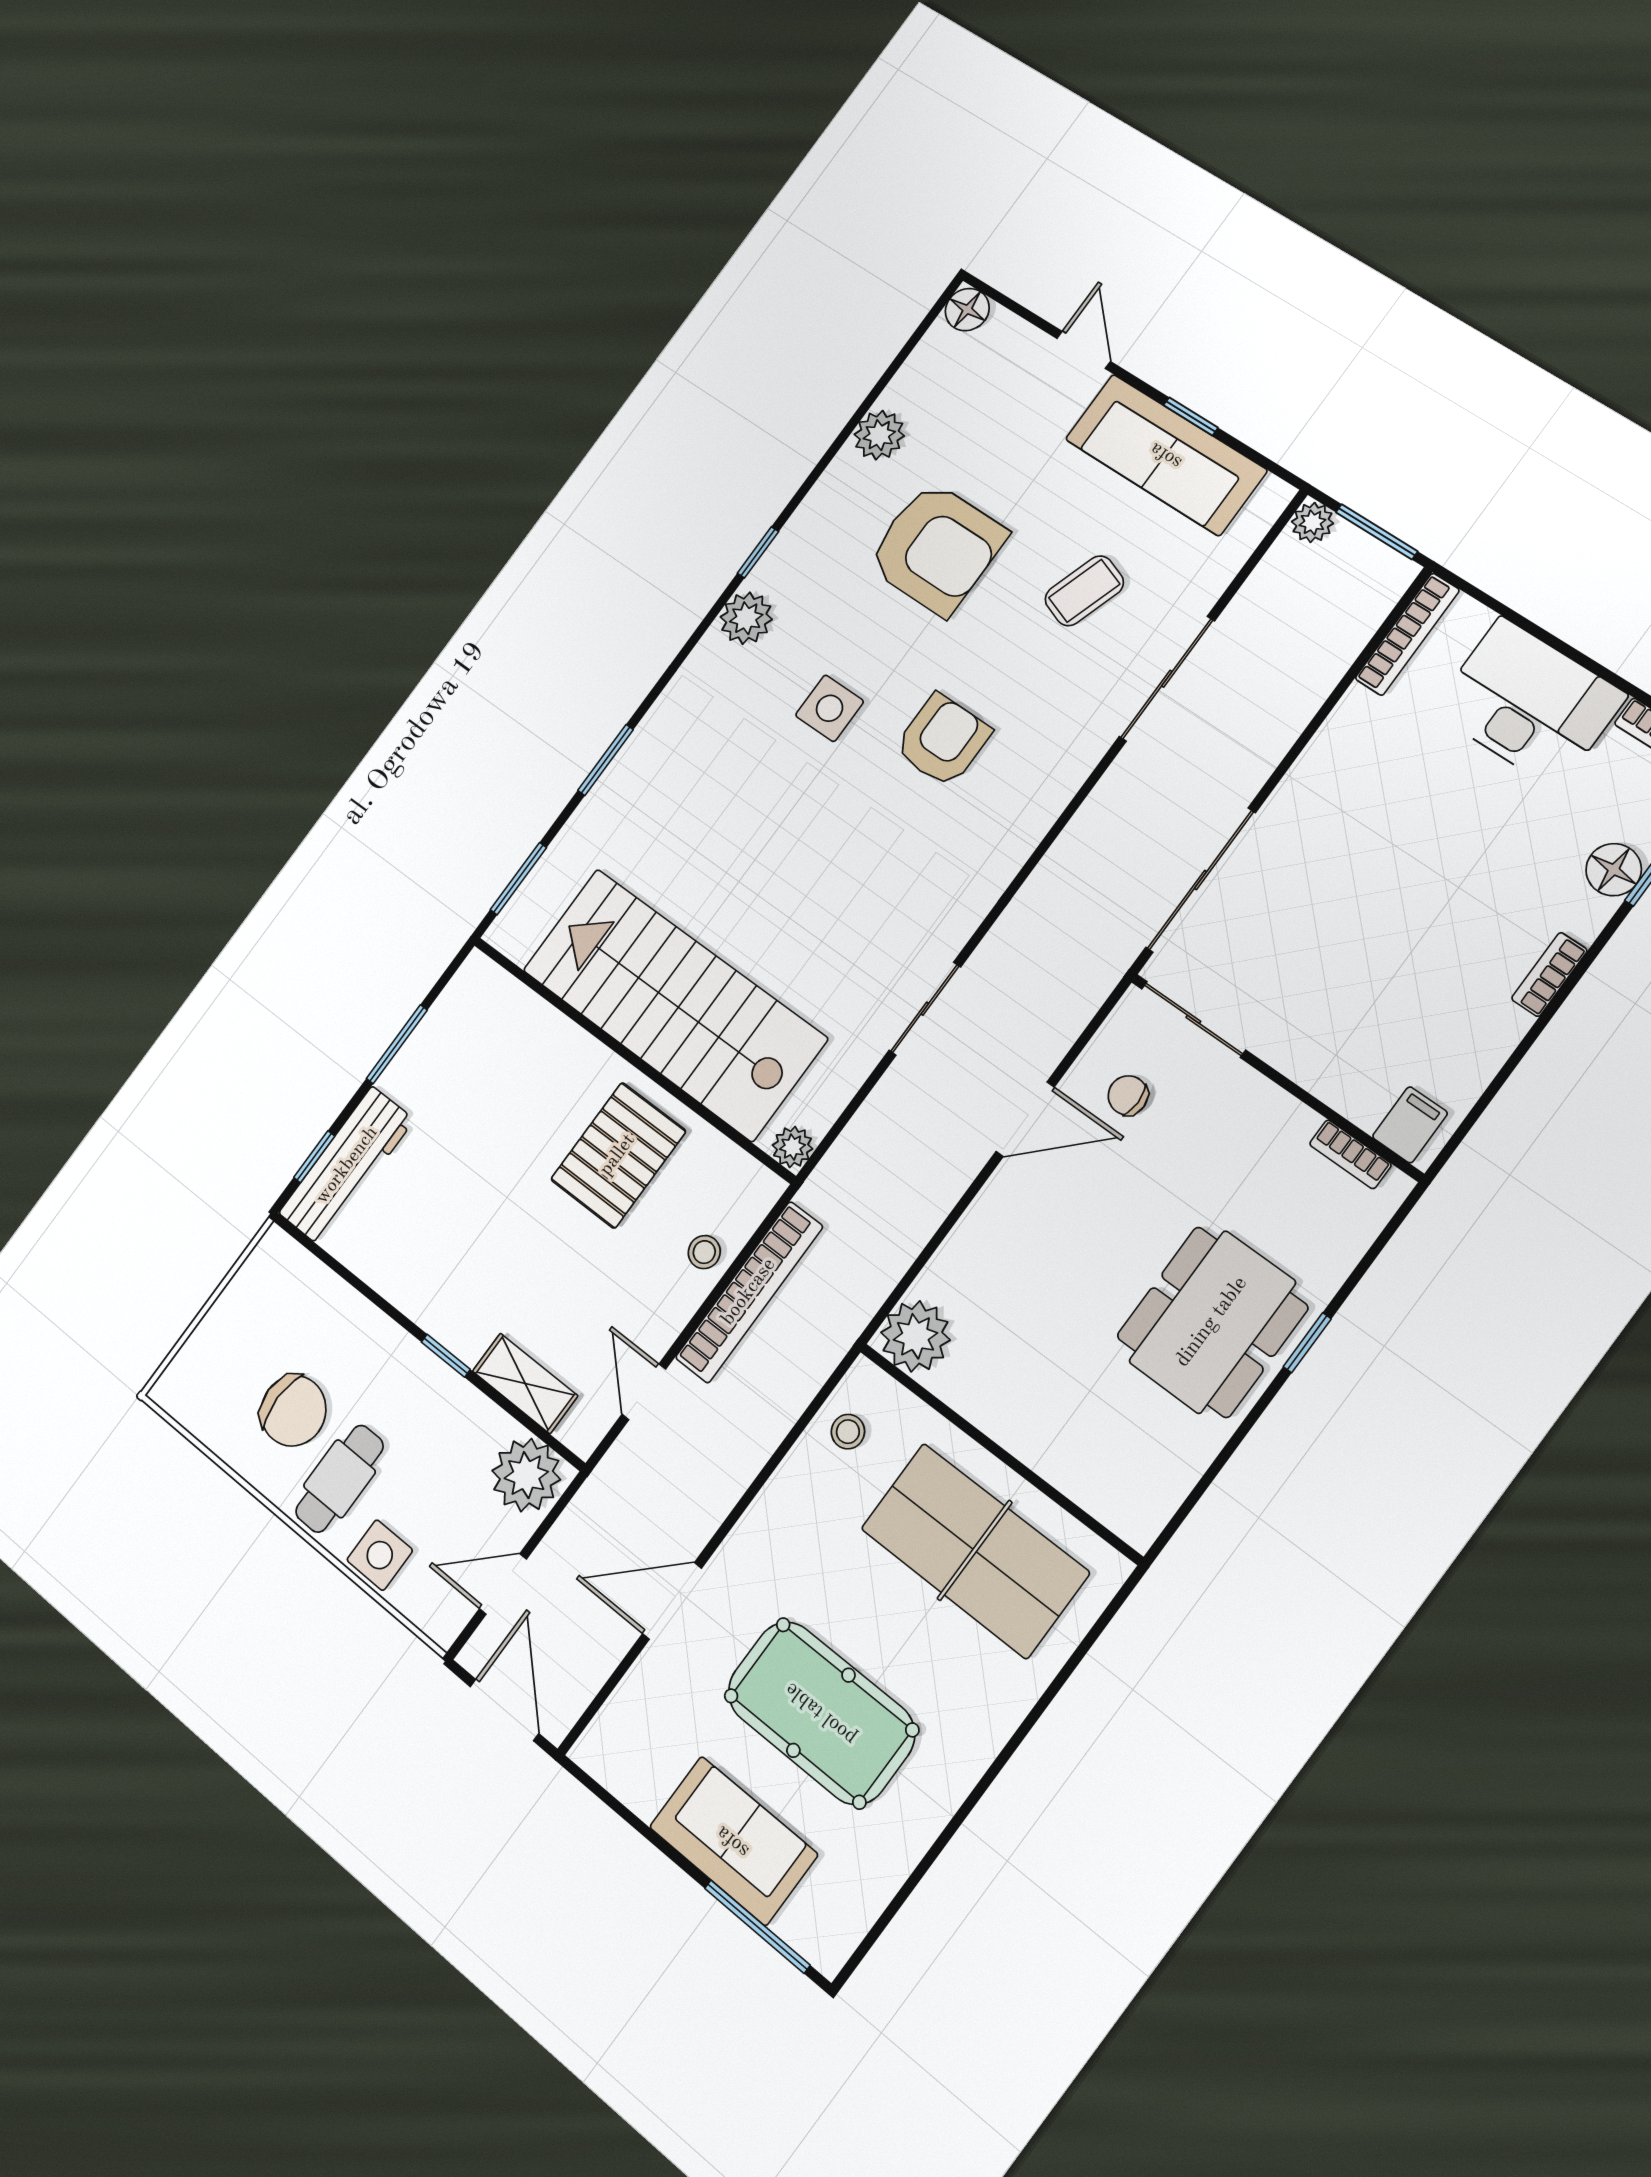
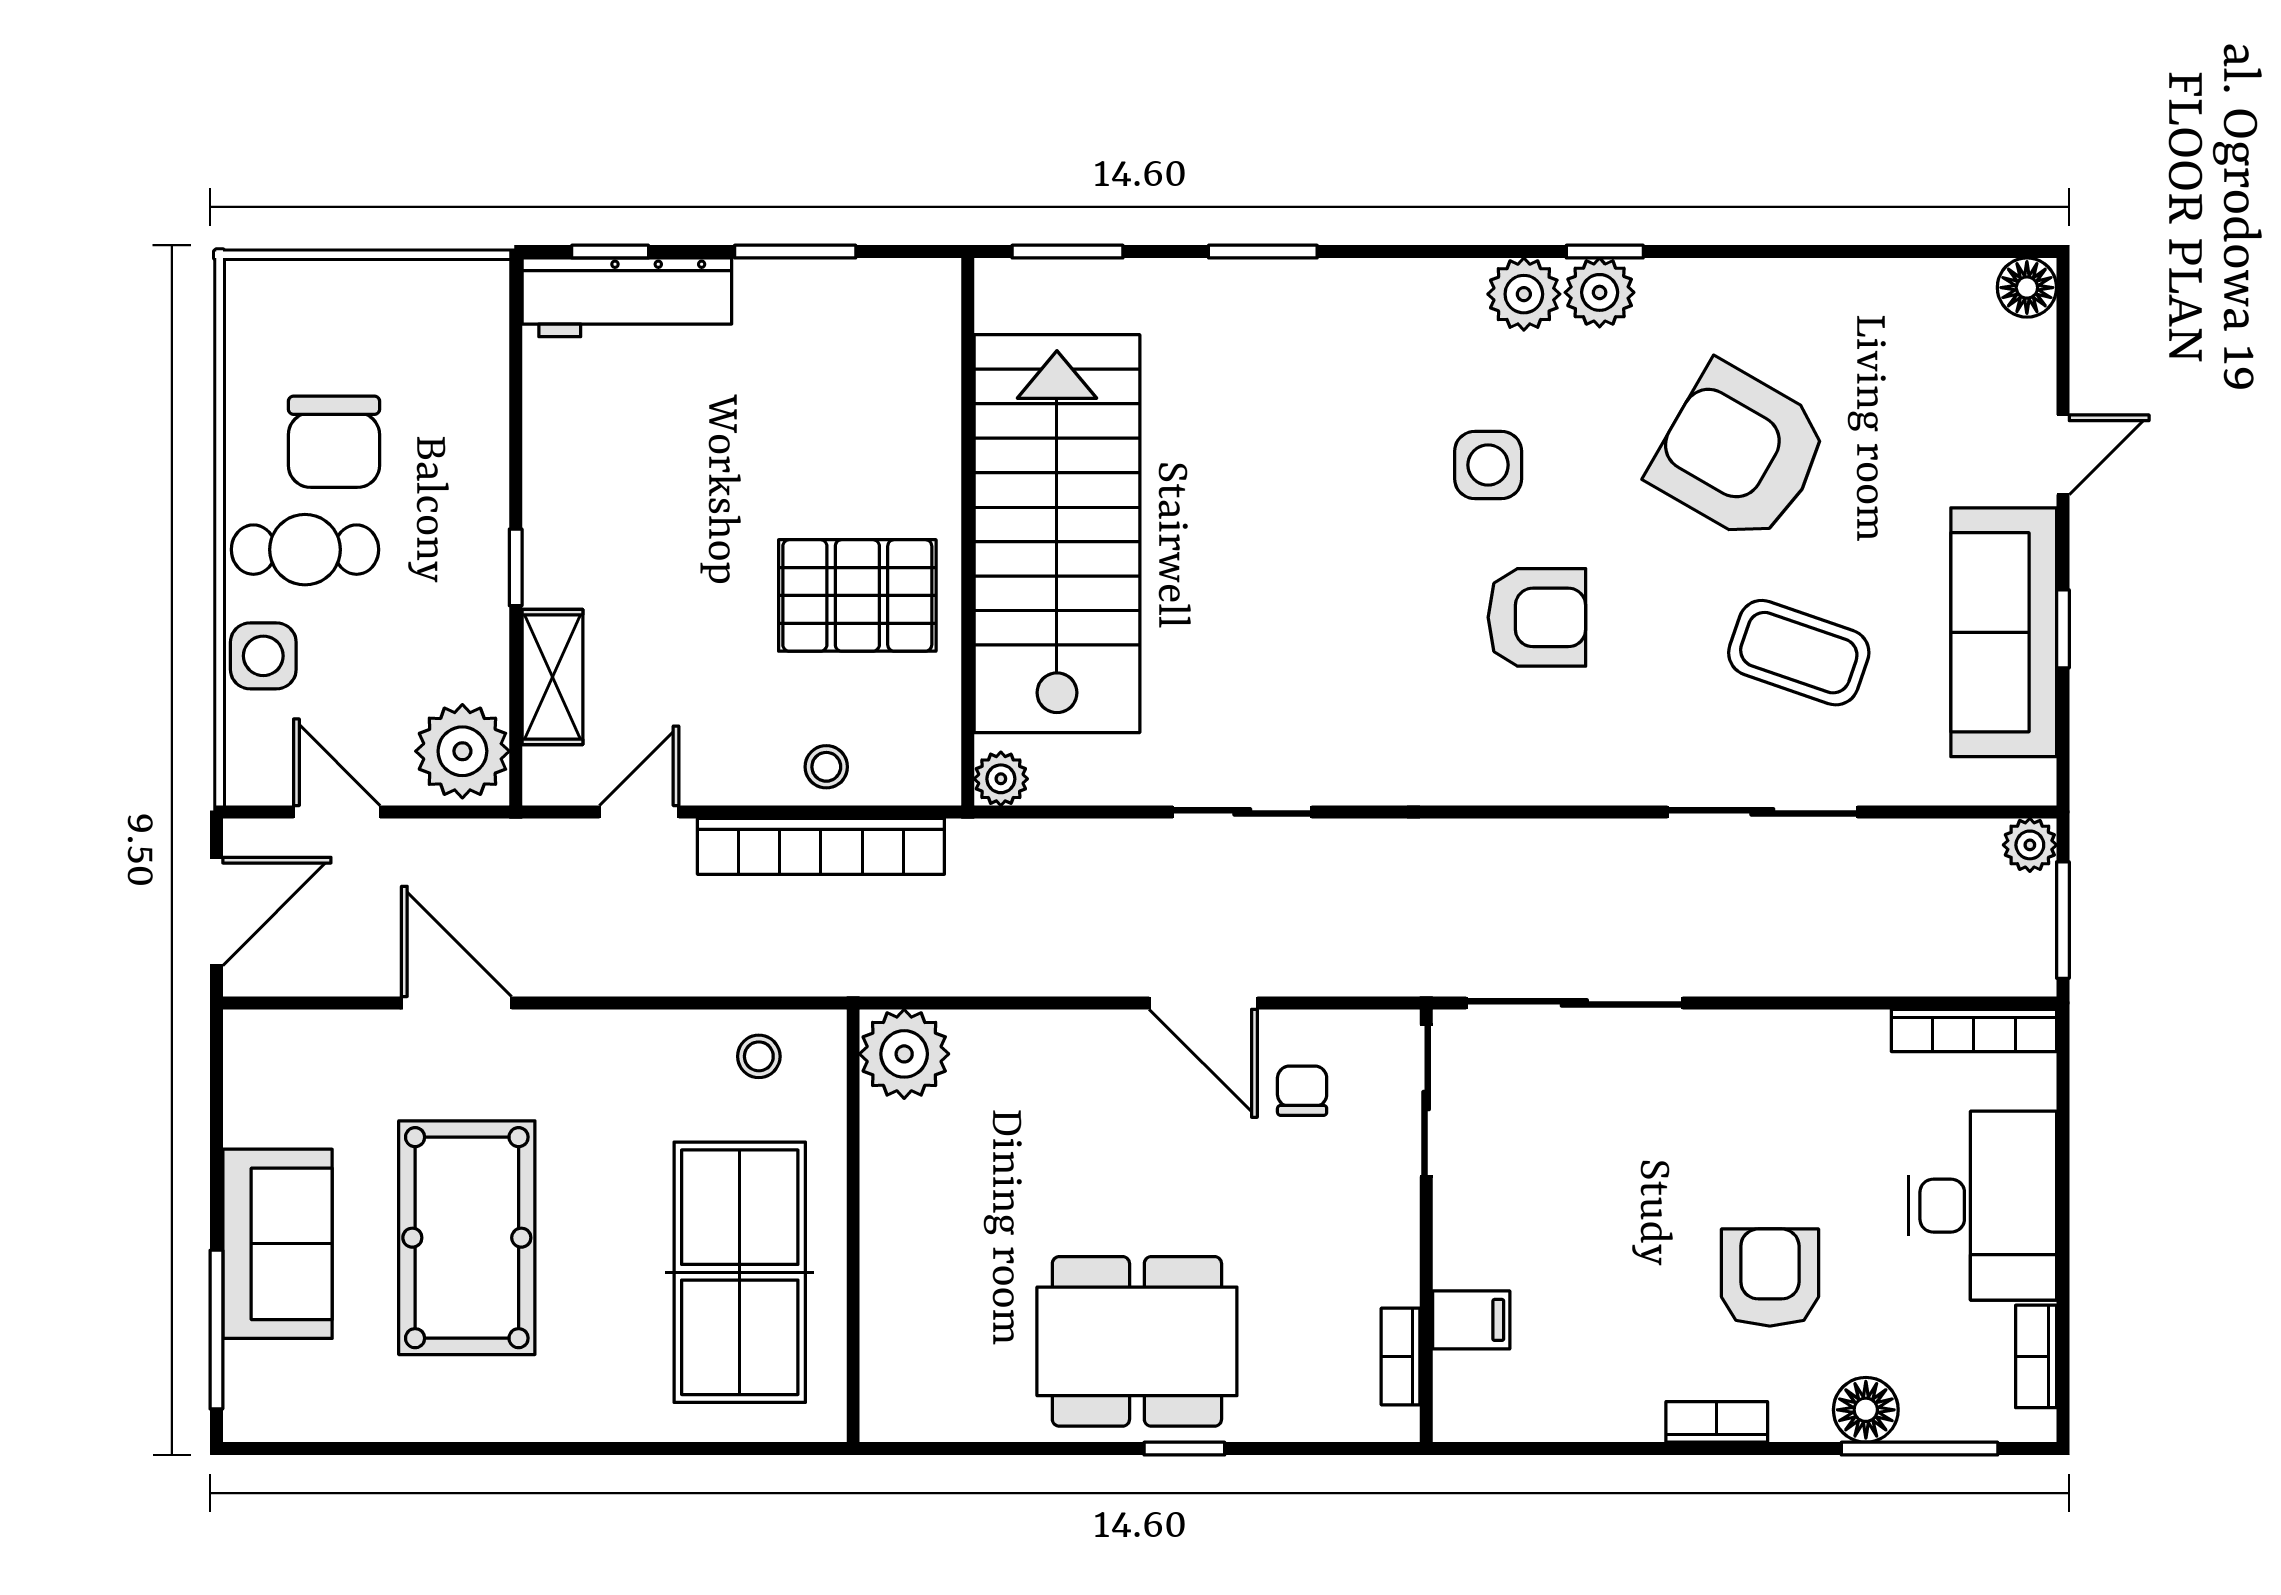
plant: (879, 435) -> (1600, 292), moved
armchair: (936, 548) -> (1740, 453), turned 120
coffee table: (1084, 591) -> (1799, 653), width x1.36, depth x1.30
armchair: (1476, 874) -> (1770, 1278), added
filing cabinet: (1410, 1125) -> (1471, 1320), moved

